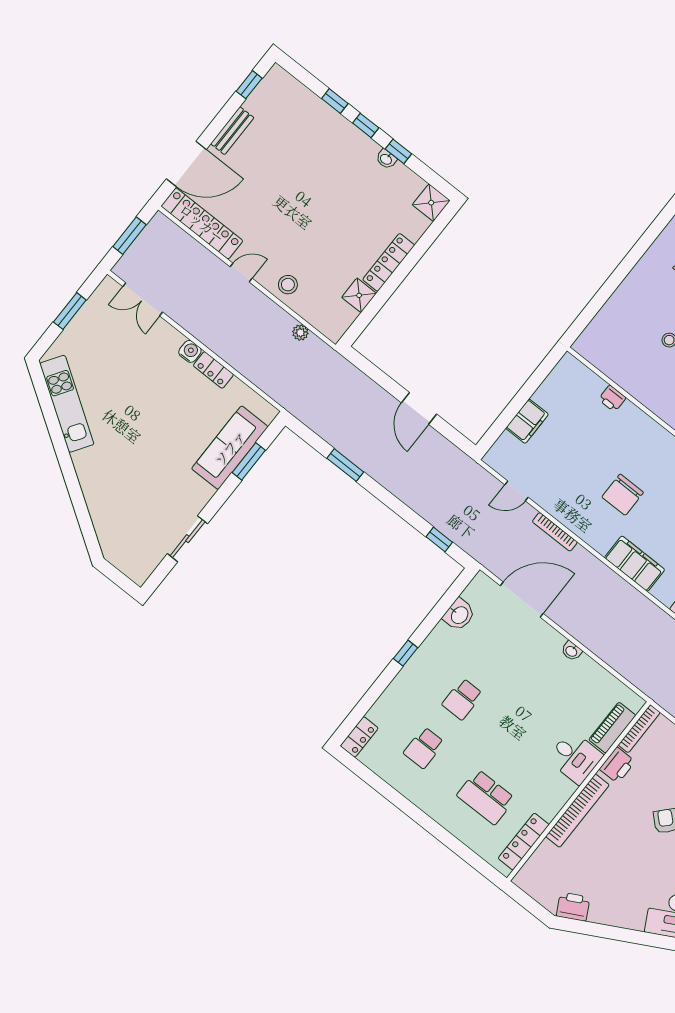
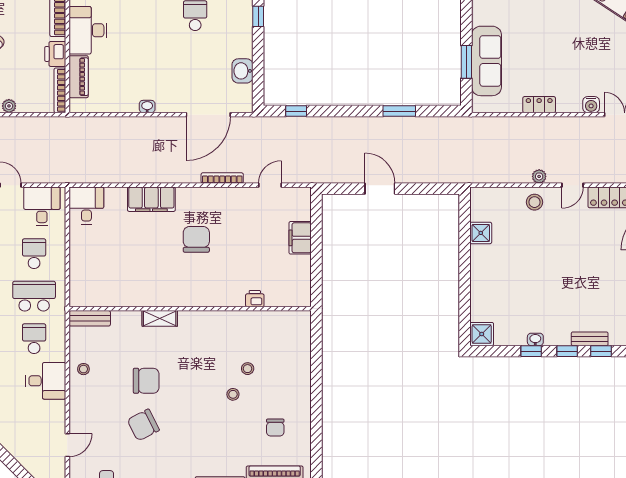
bench: (336, 120) -> (590, 339), added
locker: (389, 262) -> (478, 271), removed
plant: (300, 333) -> (539, 176), moved
water cooler: (190, 351) -> (591, 105), moved
desk: (575, 757) -> (88, 30), width x1.37

